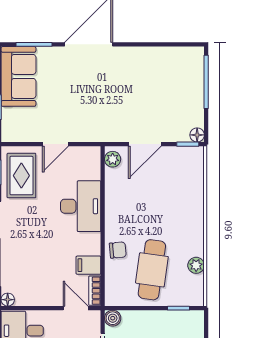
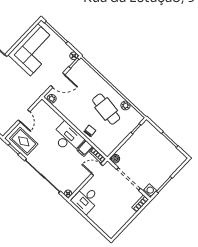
corner sofa: (155, 75) -> (34, 50), added
door: (145, 144) -> (58, 80), hinge flipped
desk: (81, 206) -> (67, 138), moved
cafe table: (152, 270) -> (106, 109), moved

